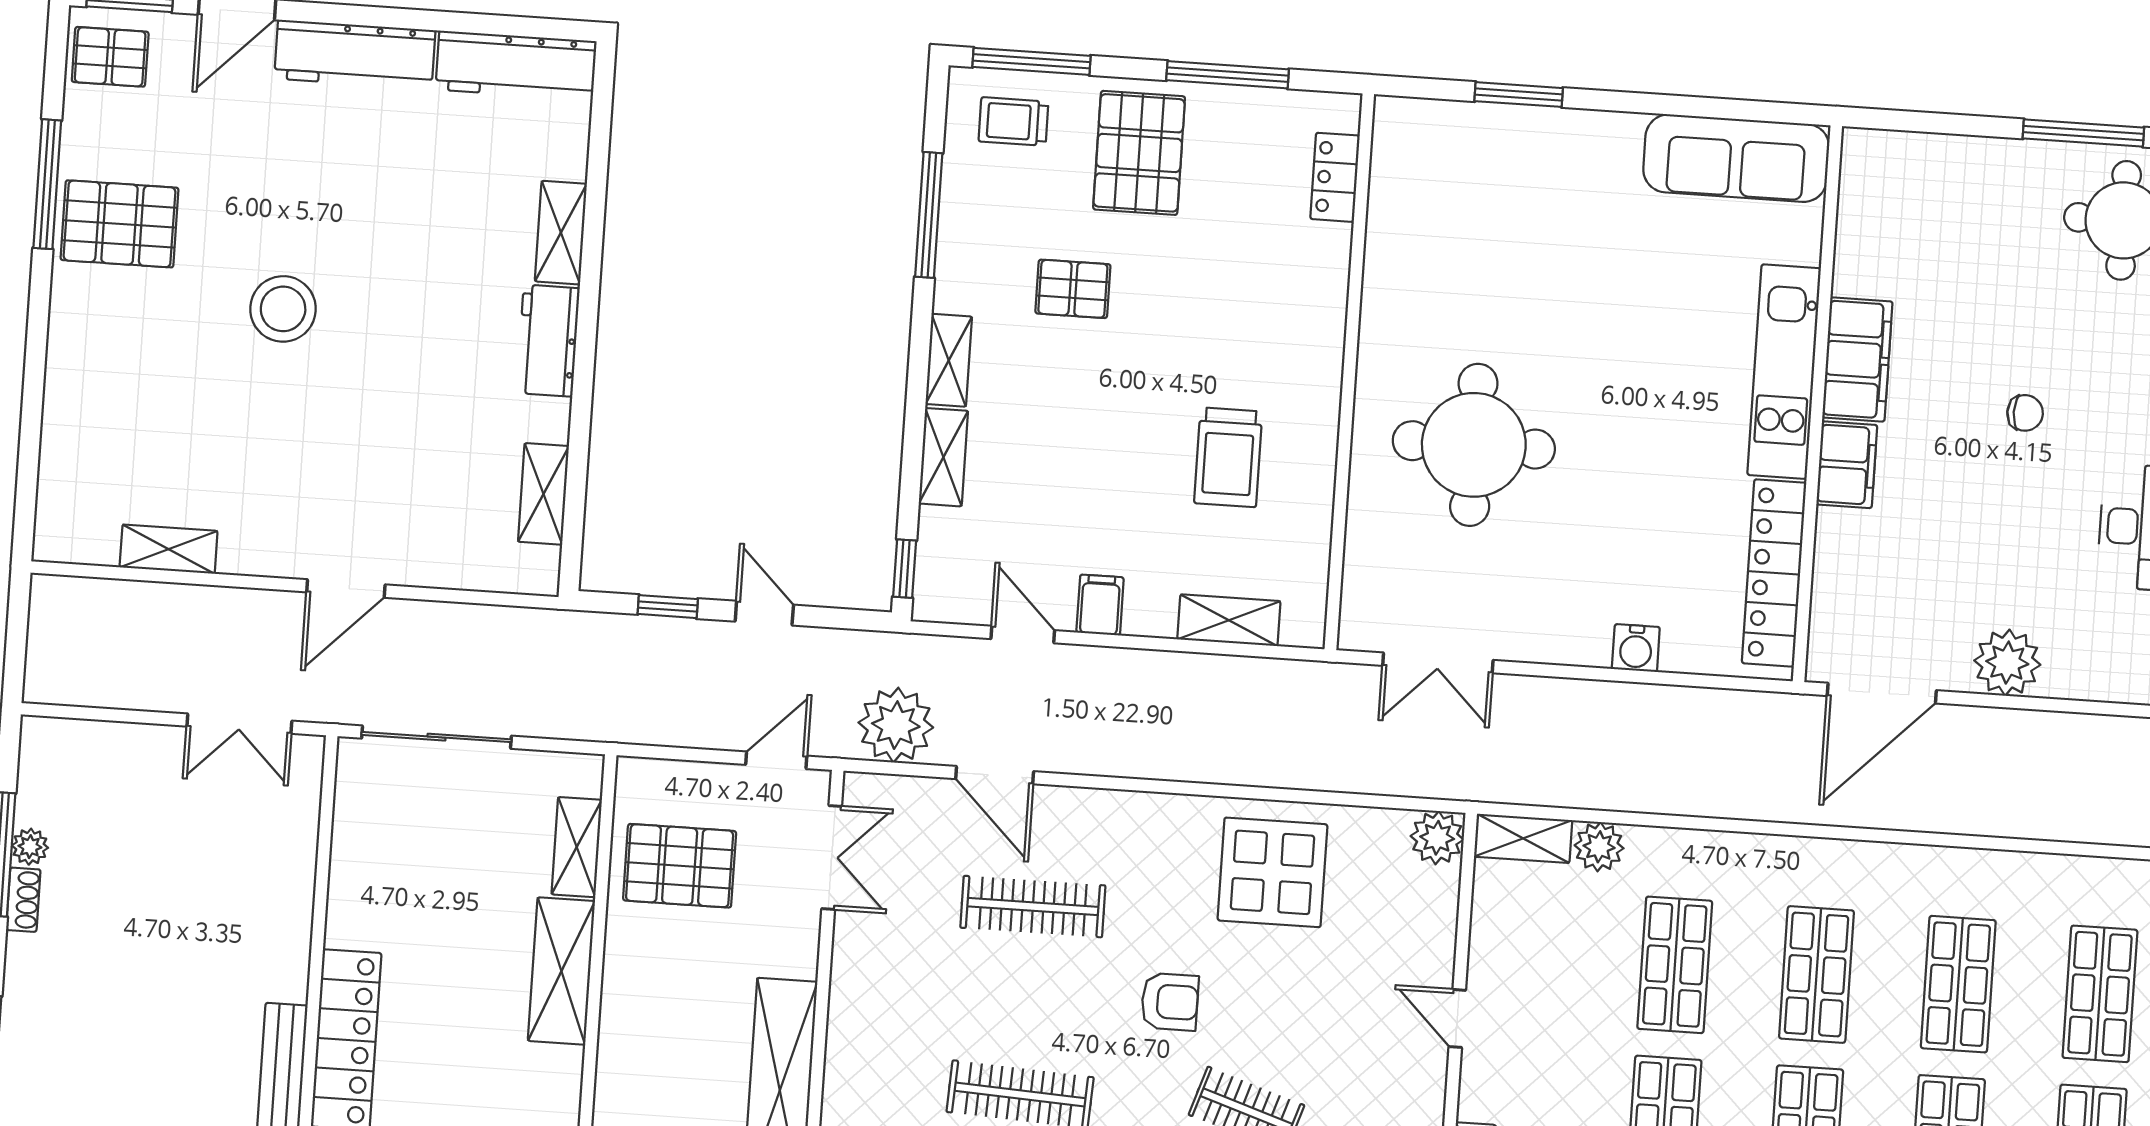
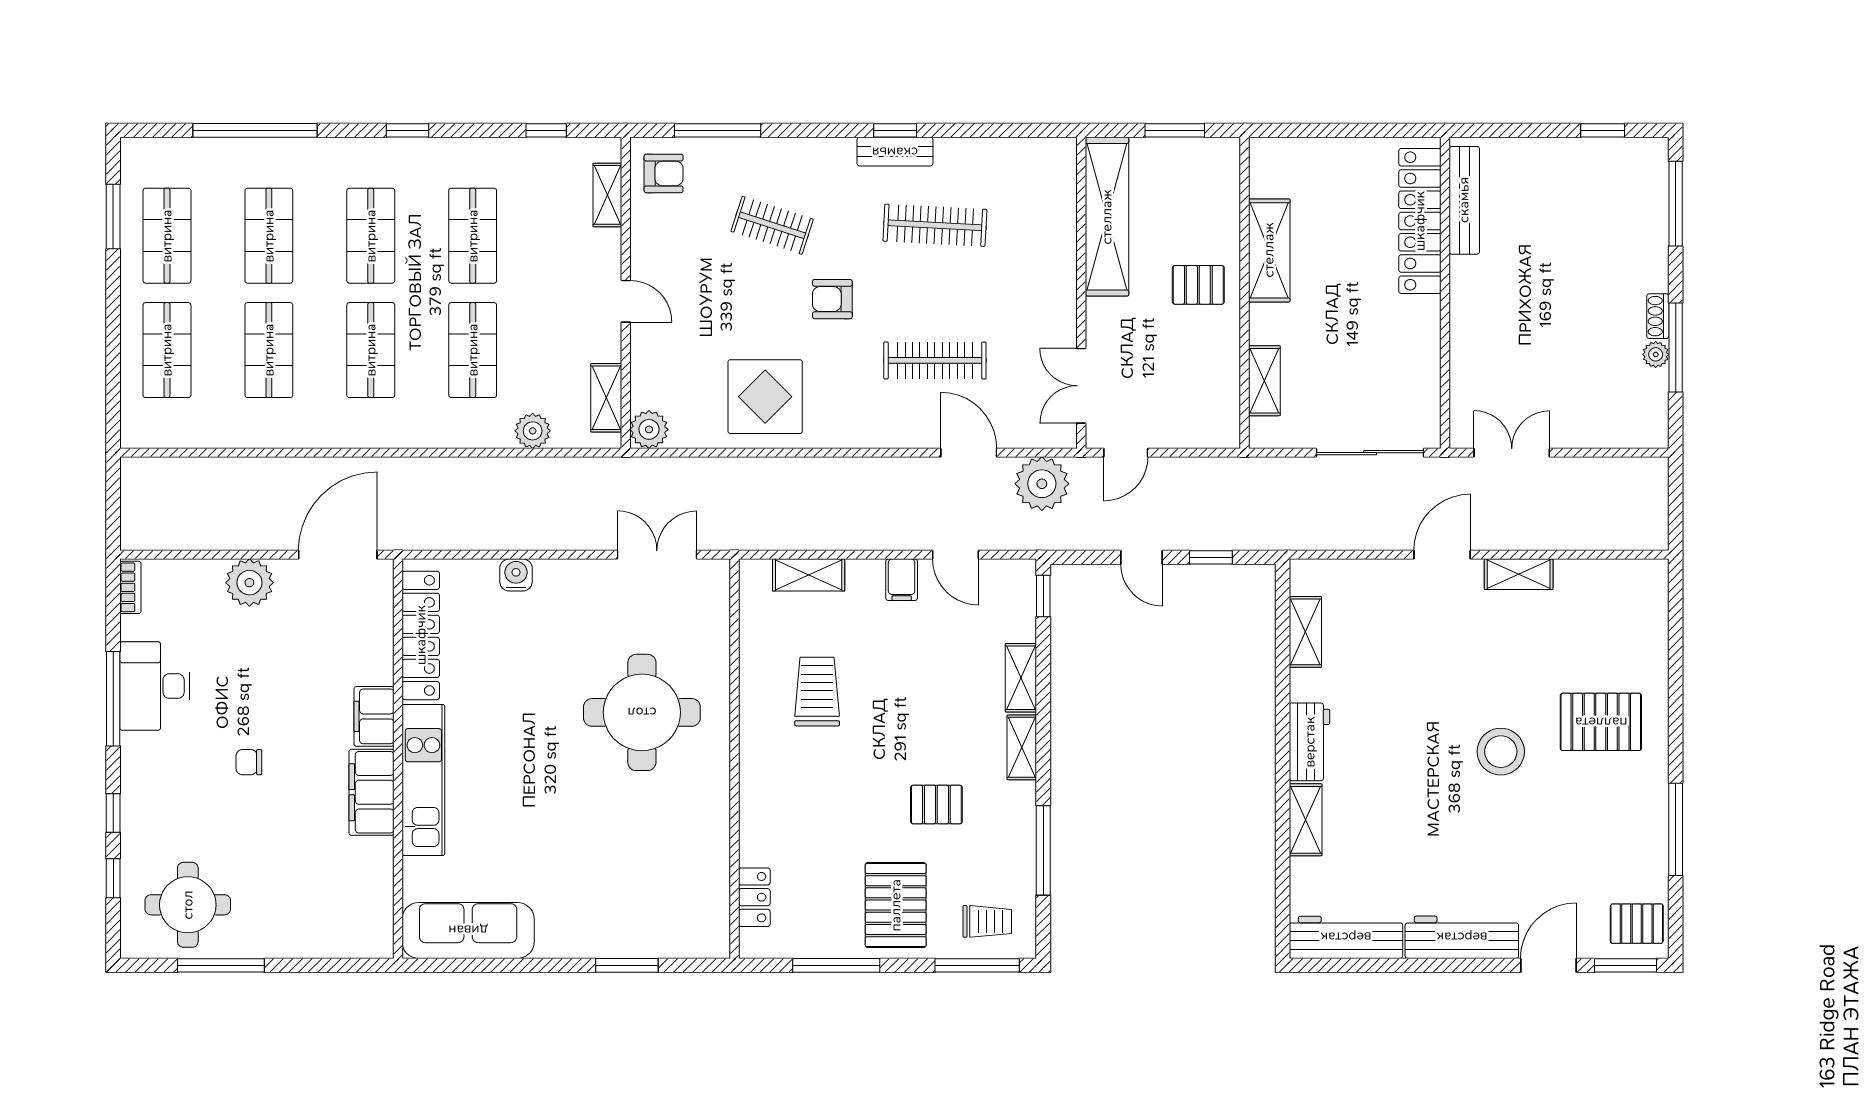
pallet: (120, 224) -> (1601, 722), moved
shelving: (169, 549) -> (1519, 574), moved
shelving: (1523, 838) -> (606, 398), moved, turned 90
pallet: (680, 866) -> (1198, 285), moved, width x0.67, depth x0.71
shelving: (561, 971) -> (1269, 250), moved

